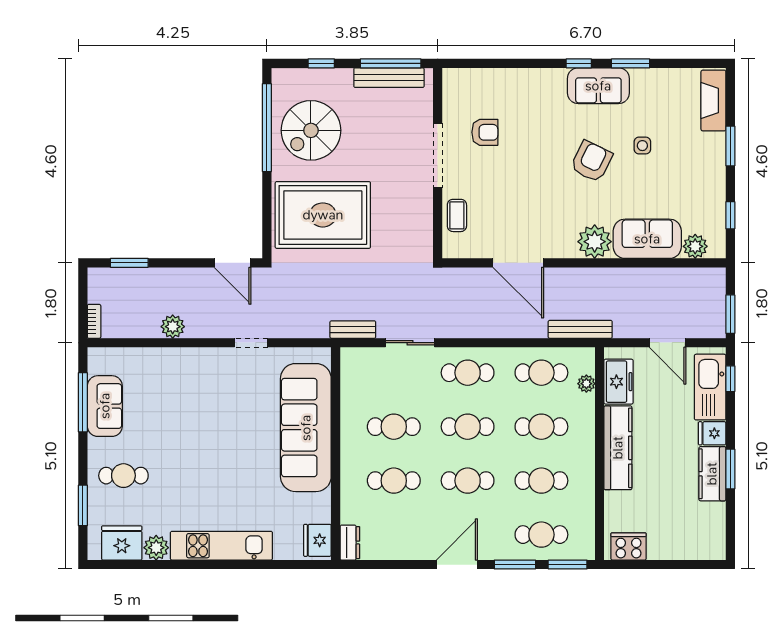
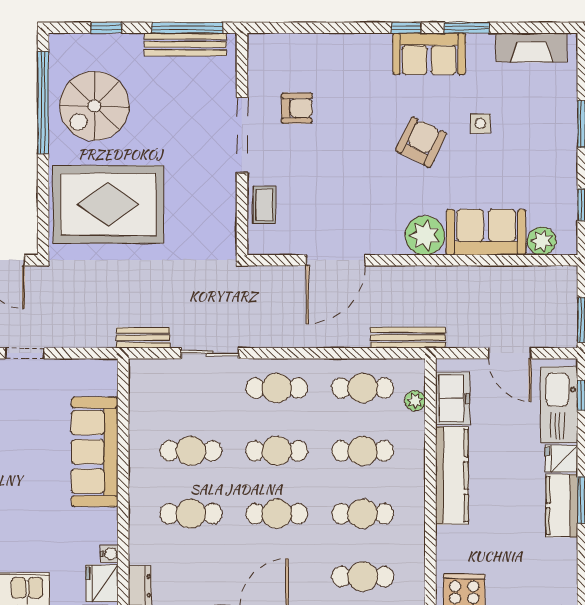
fireplace: (713, 101) -> (531, 48), moved, turned -90
door: (518, 263) -> (336, 260), hinge flipped
sofa: (306, 428) -> (95, 452), width x0.74, depth x0.79
water cooler: (324, 515) -> (109, 554), added

